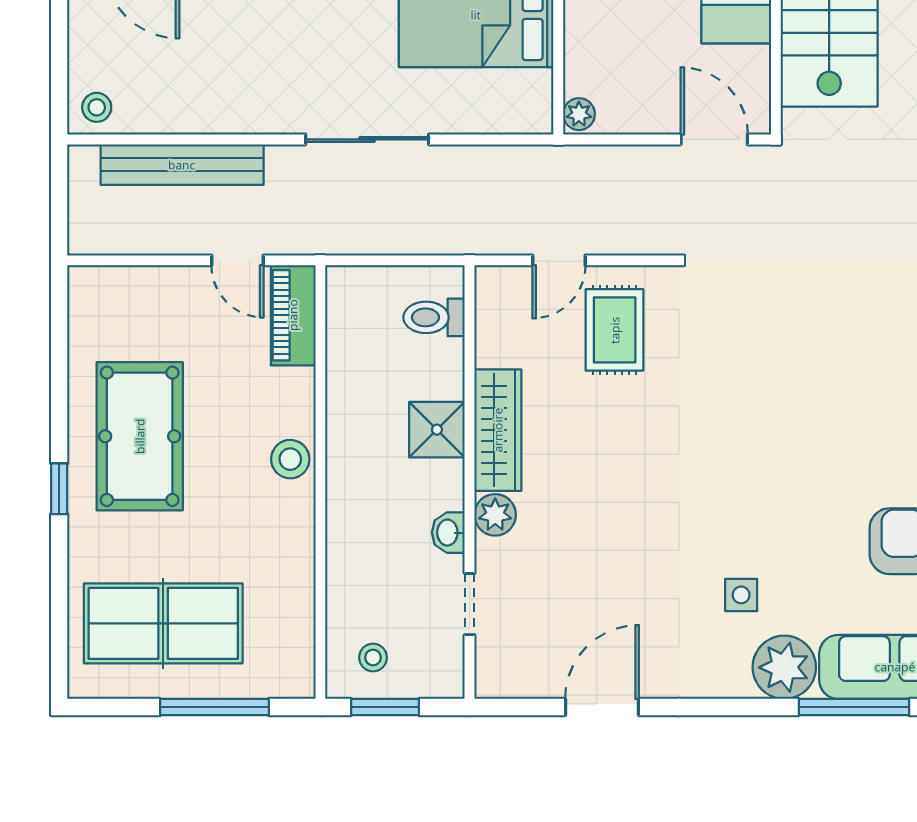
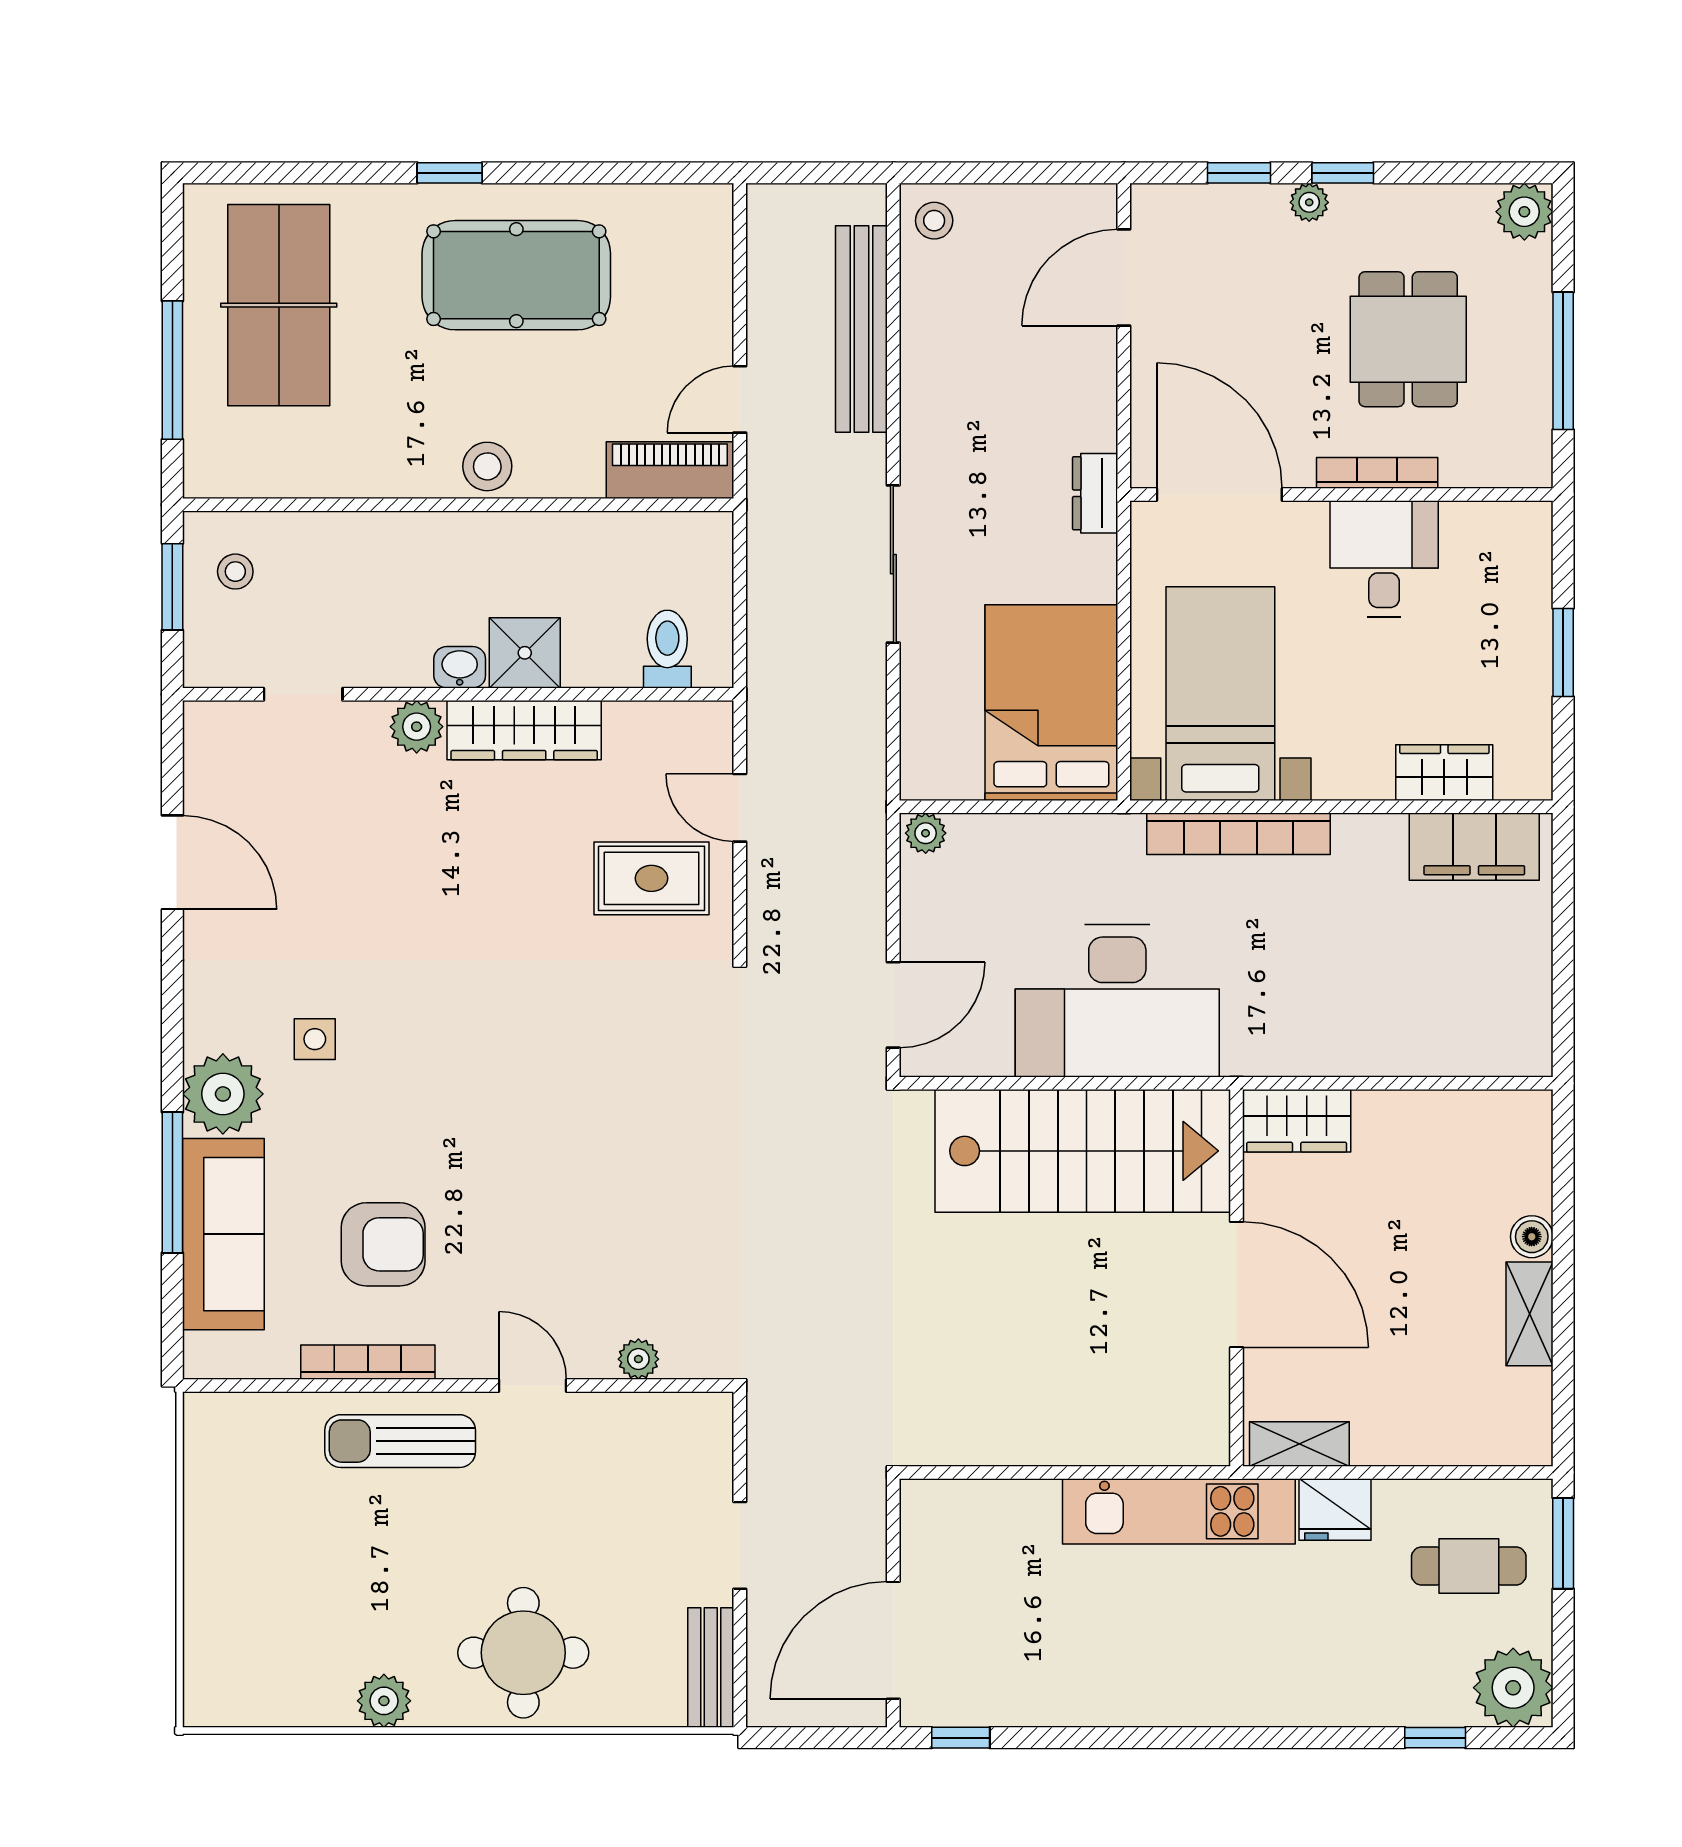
washbasin: (448, 533) -> (460, 667), moved

